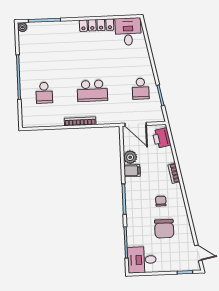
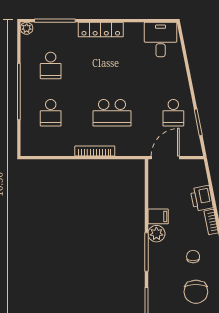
locker: (97, 25) -> (101, 30), moved
school desk: (43, 56) -> (51, 65), added
door: (136, 124) -> (165, 158), swing flipped
printer: (162, 138) -> (202, 198), moved
plant: (130, 157) -> (156, 234), moved

